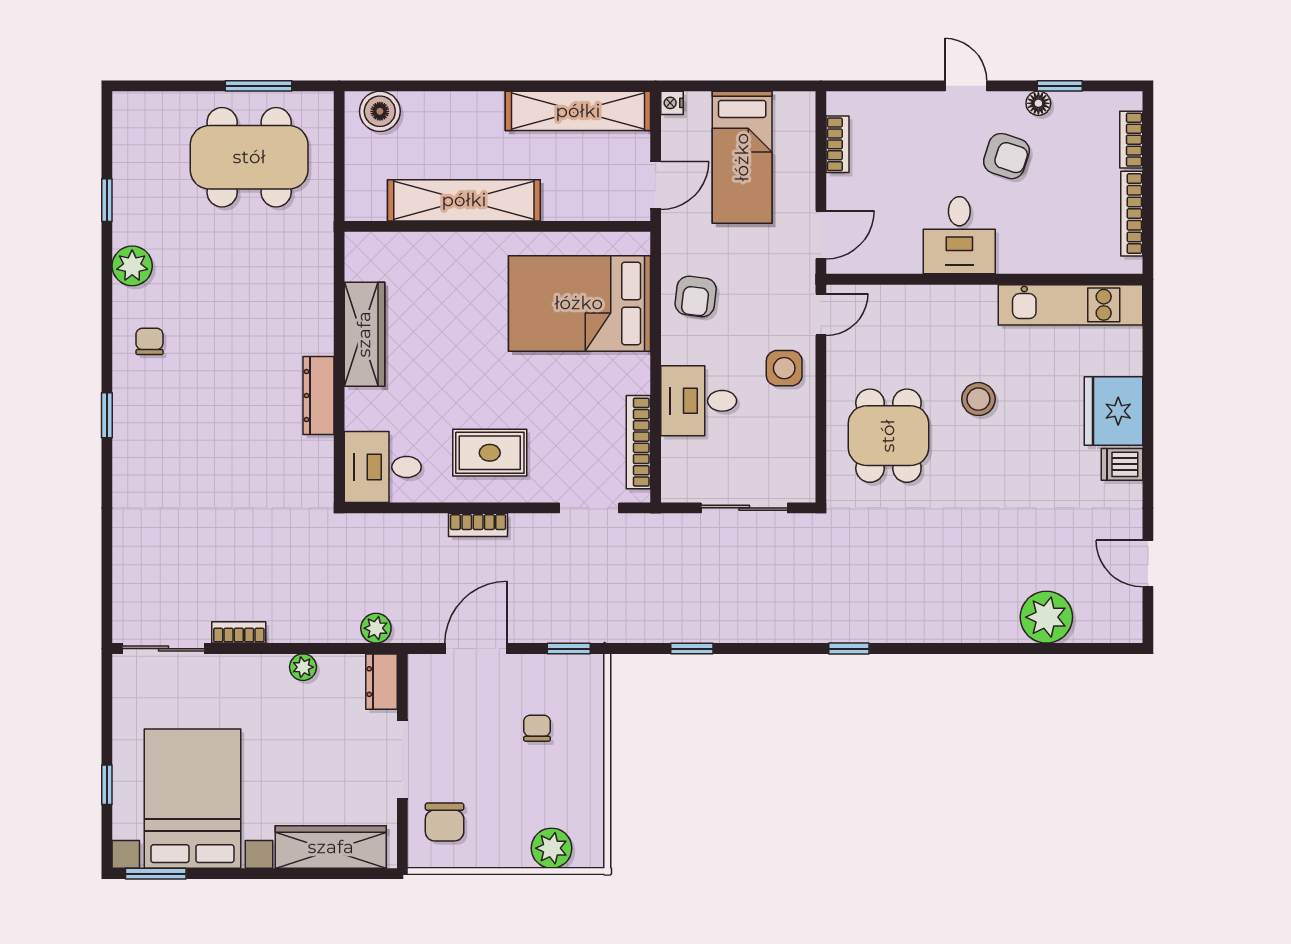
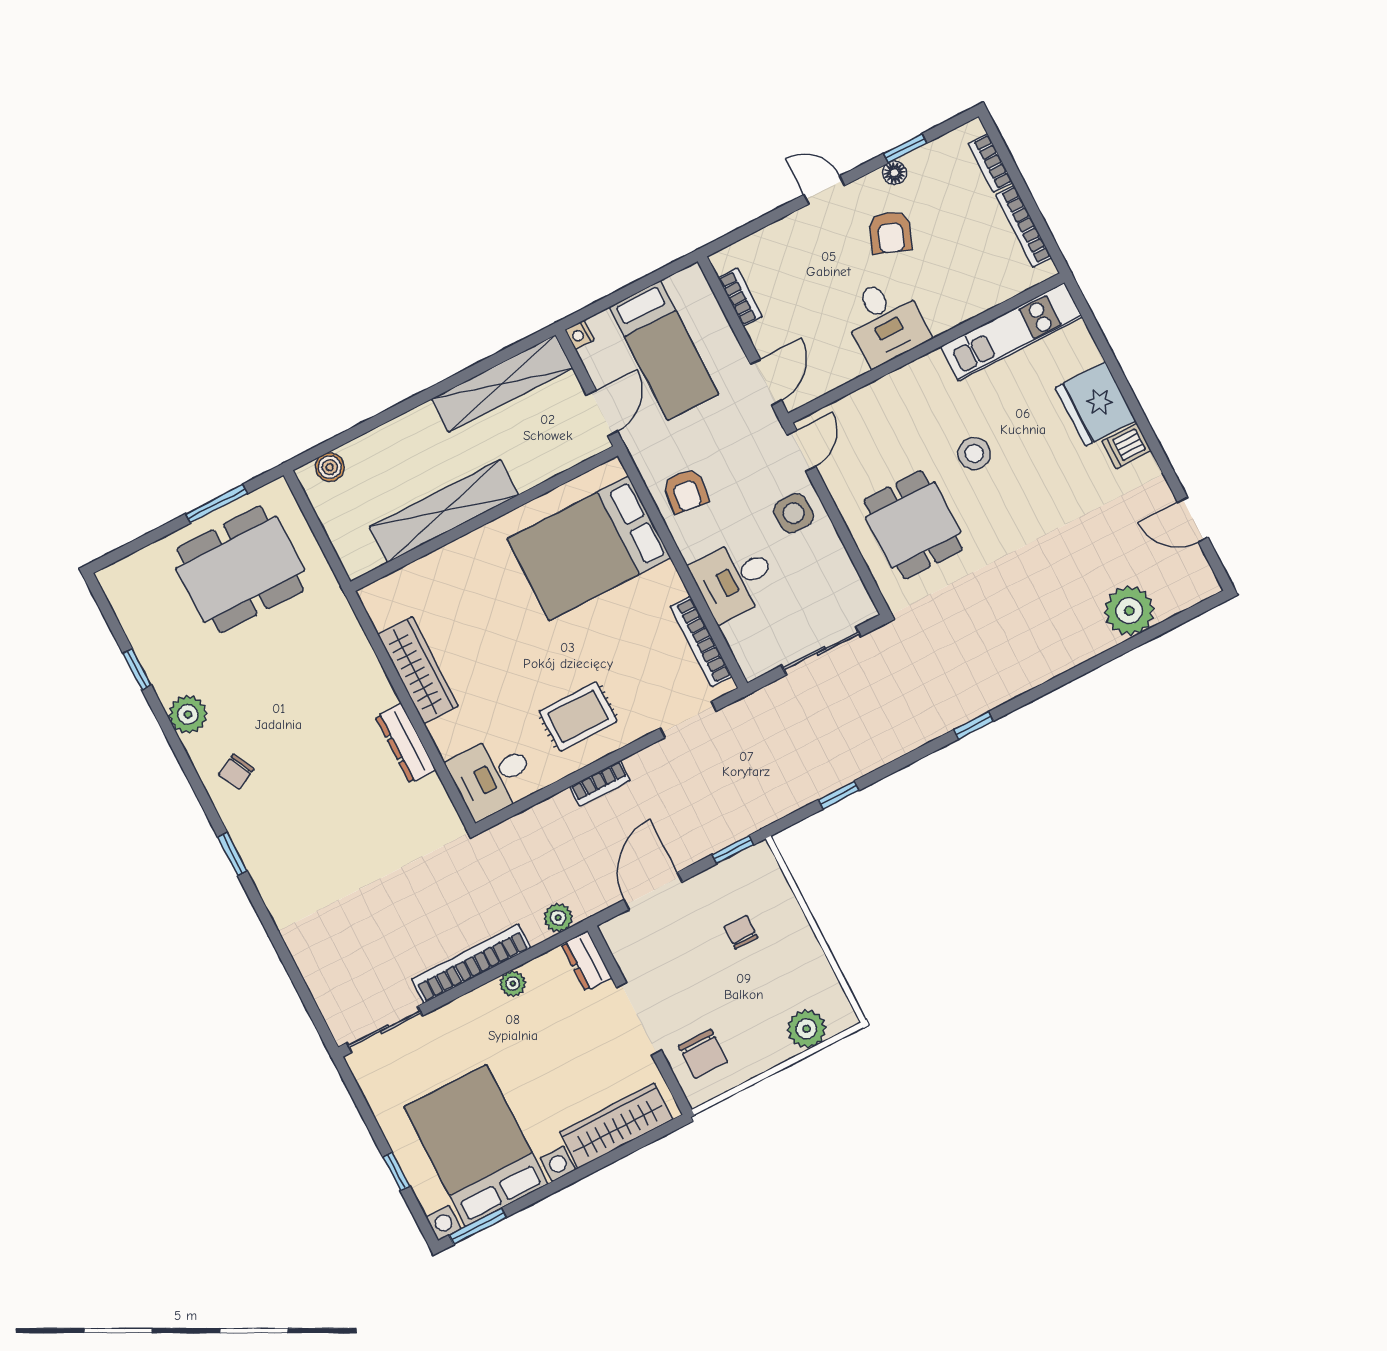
boiler: (380, 111) -> (330, 467), width x0.73, depth x0.73
armchair: (1006, 156) -> (891, 232), turned 93
chair: (149, 341) -> (236, 772), turned -117
bookcase: (239, 632) -> (471, 964), width x2.31, depth x1.31

